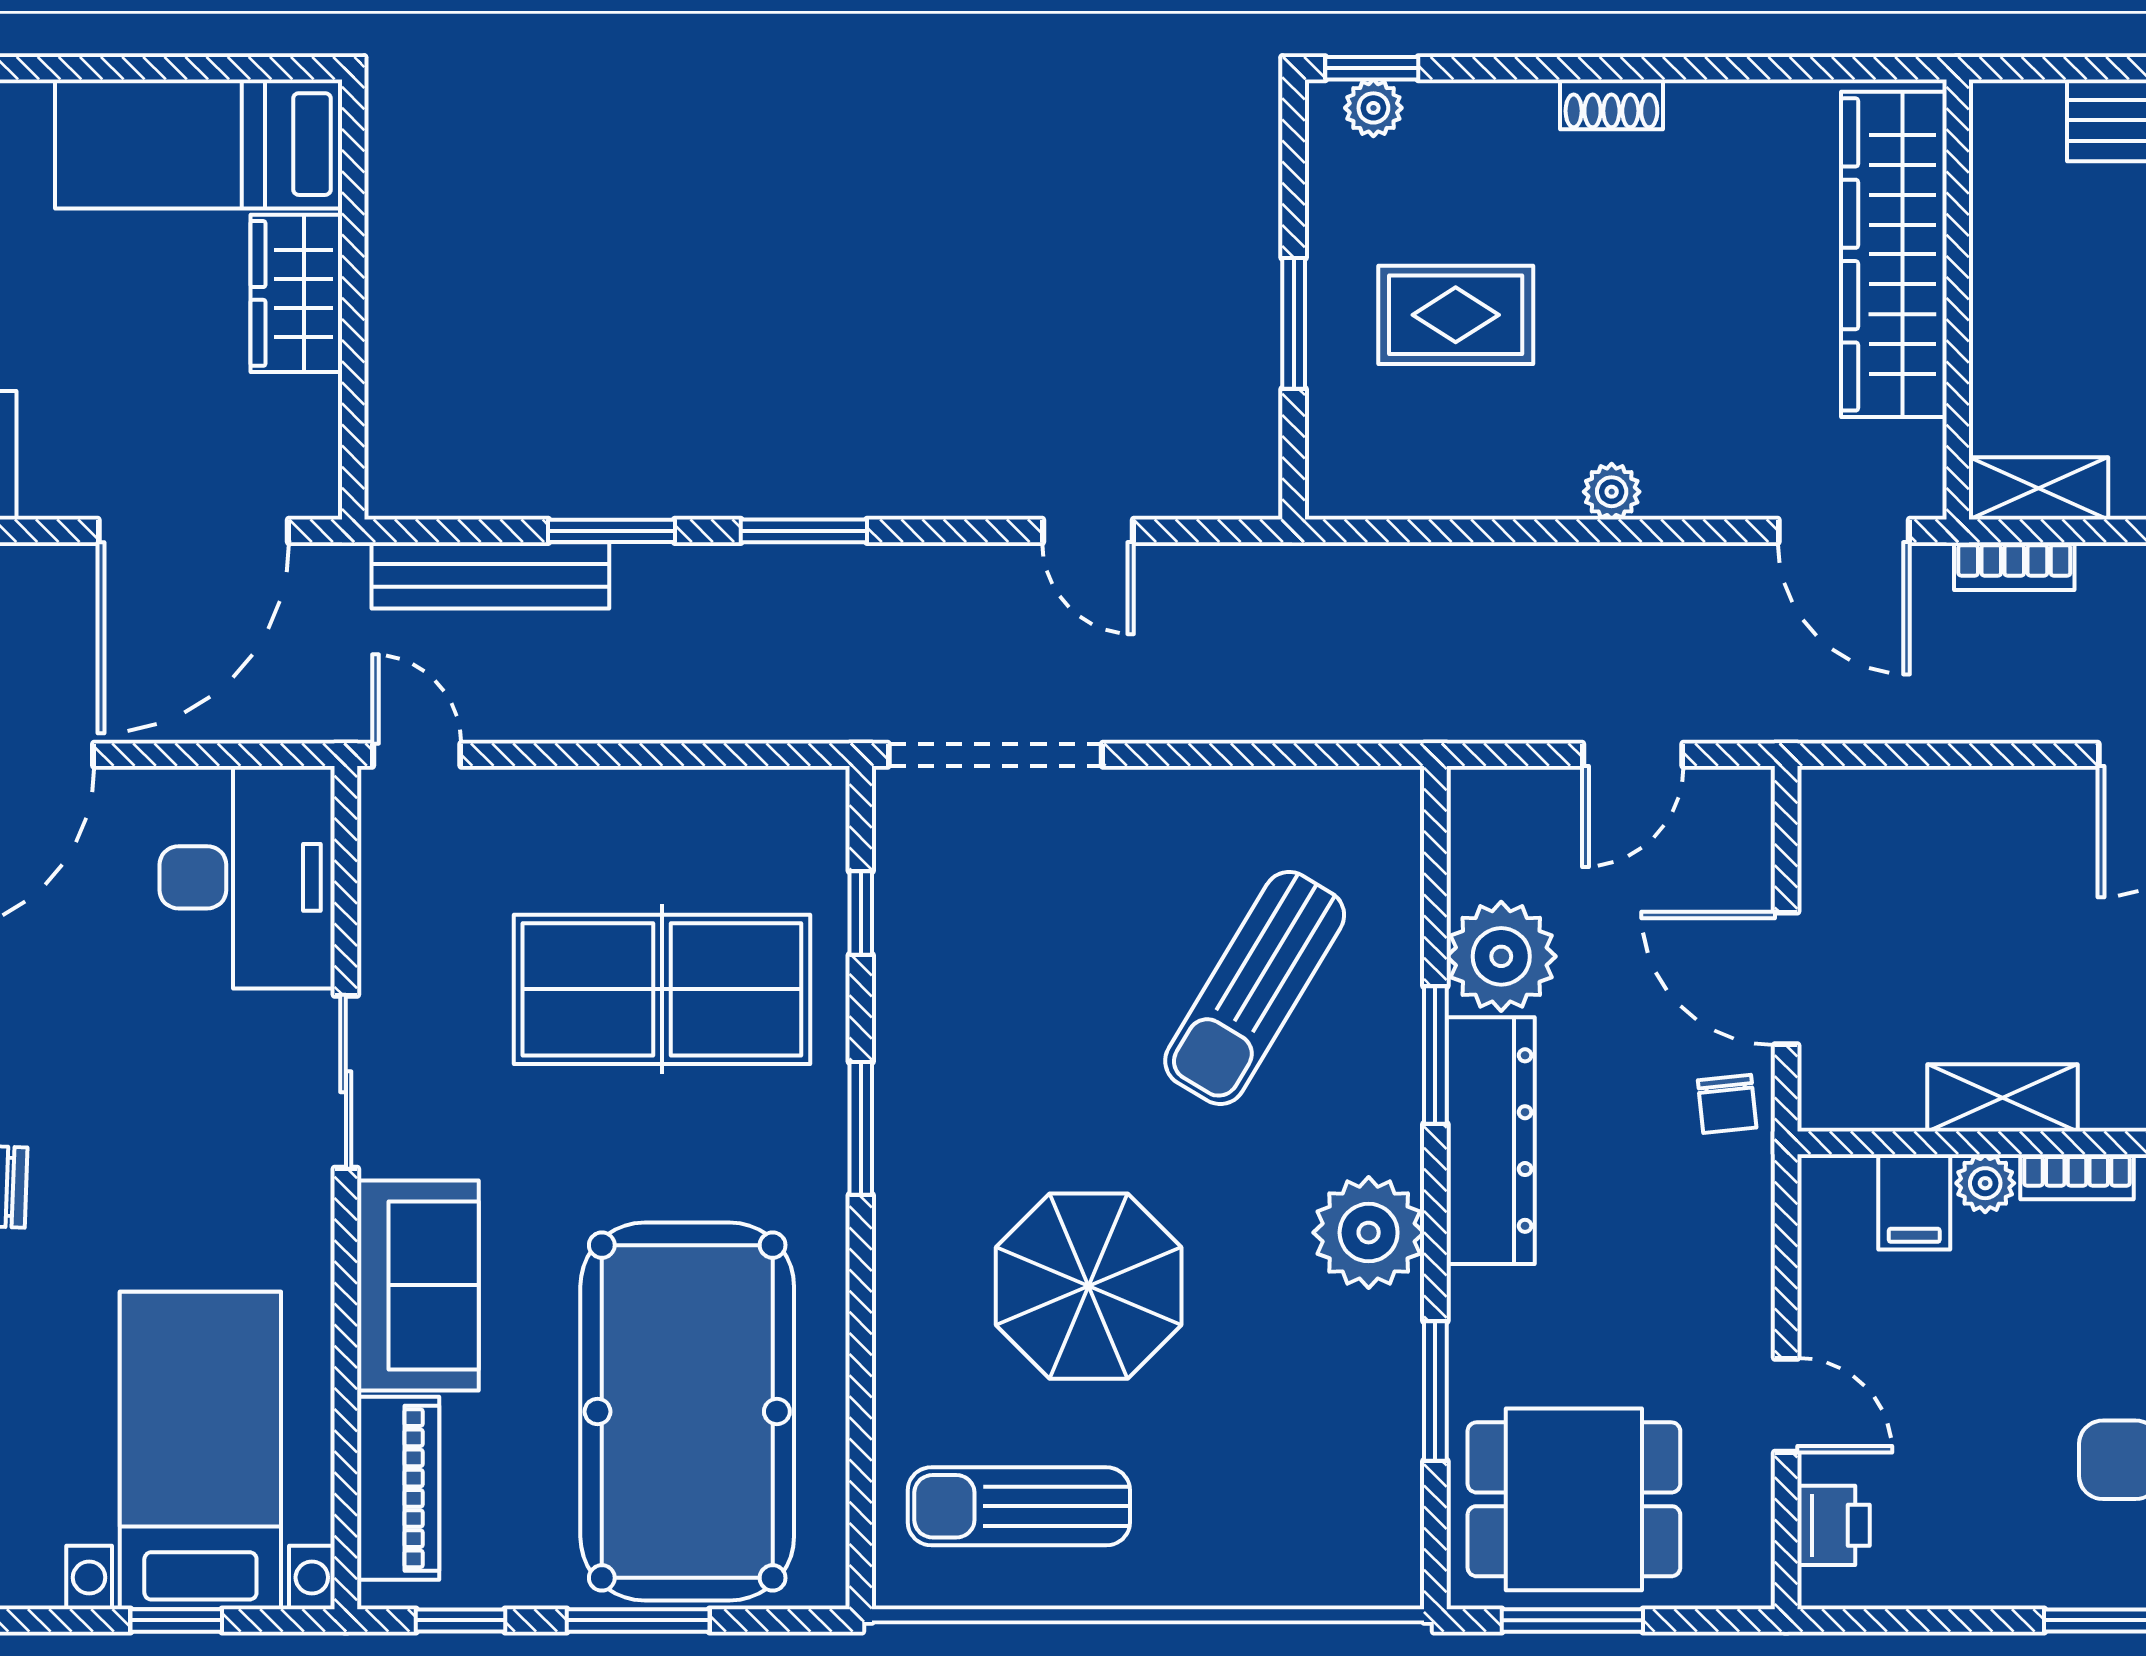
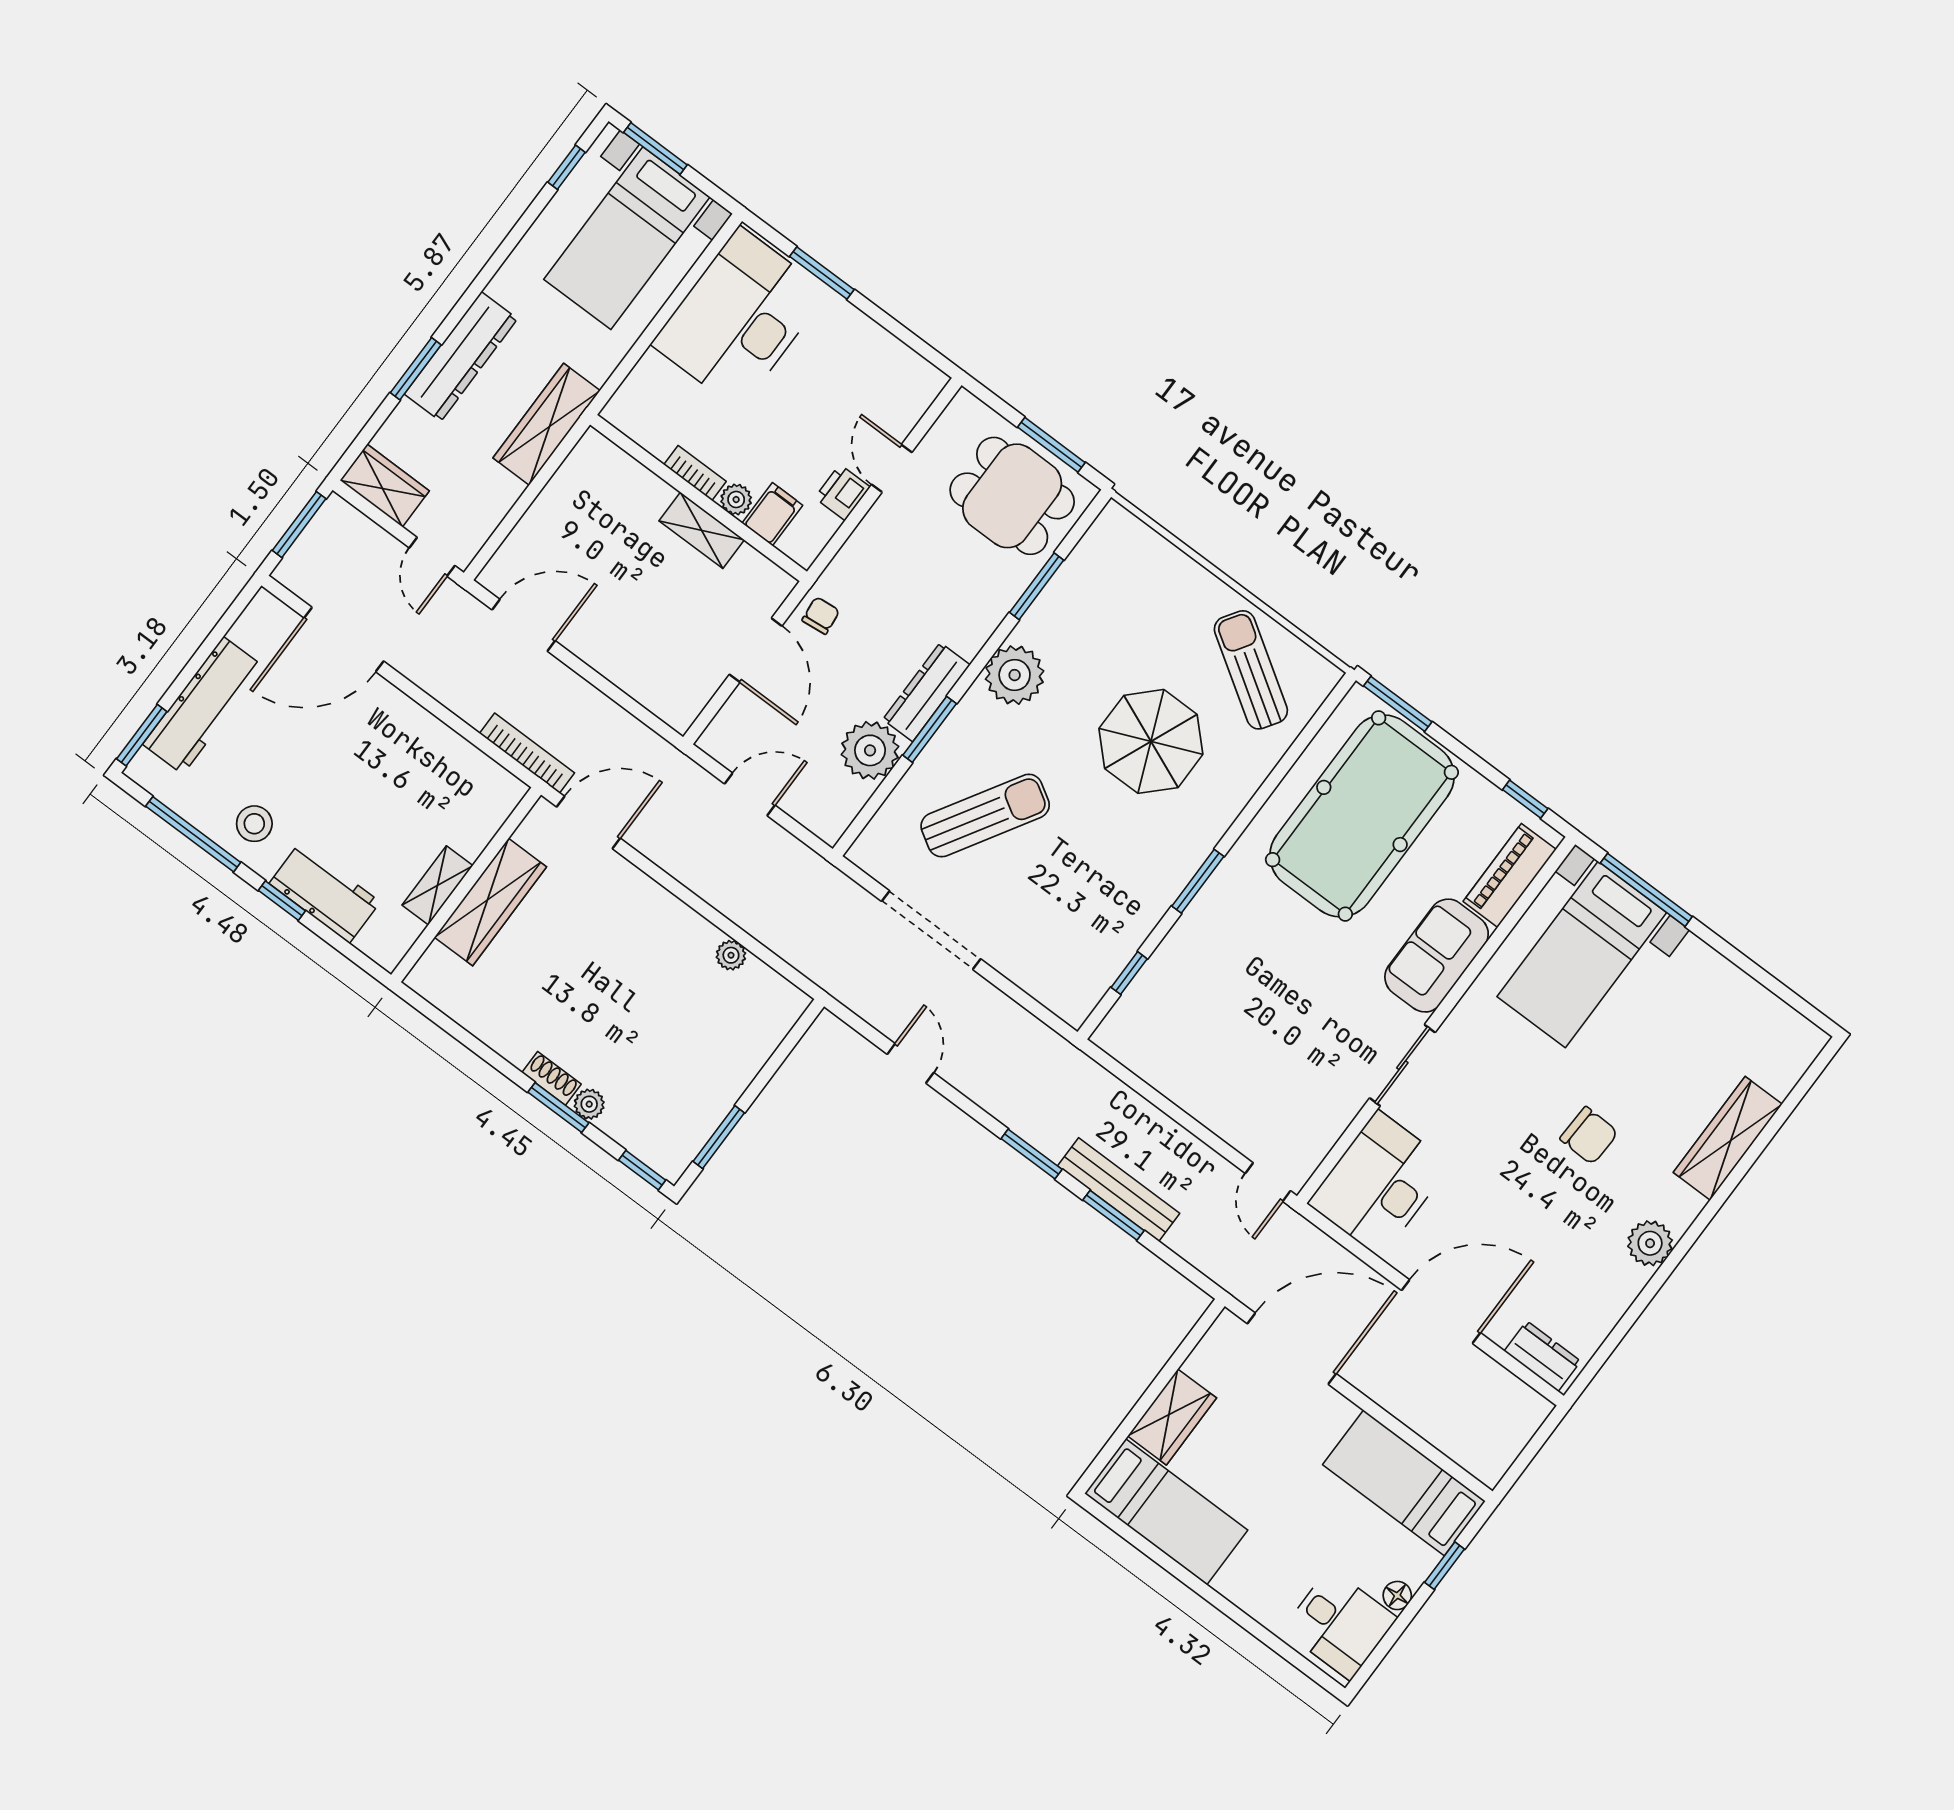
window: (1568, 68) -> (558, 1107), added
plant: (1373, 108) -> (589, 1104), moved
wardrobe: (1894, 254) -> (491, 902), width x0.71, depth x0.85
rug: (1456, 315) -> (685, 1038), removed
window: (1294, 323) -> (719, 1137), moved
shelving: (2039, 488) -> (437, 885), moved, turned 90
plant: (1612, 492) -> (731, 955), moved
door: (1844, 531) -> (588, 823), hinge flipped
bookcase: (2014, 566) -> (527, 753), width x1.56
bench: (490, 575) -> (1119, 1190), moved
doorway: (995, 755) -> (931, 930), moved
table tennis table: (662, 989) -> (1238, 1004), removed
dresser: (1491, 1141) -> (926, 692), width x0.73, depth x0.80
sun lounger: (1019, 1506) -> (1251, 670), turned -147
printer: (1833, 1525) -> (842, 492), moved
window: (176, 1620) -> (1646, 890), width x2.17
window: (638, 1620) -> (1398, 704), moved

